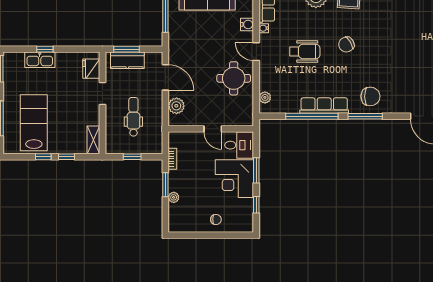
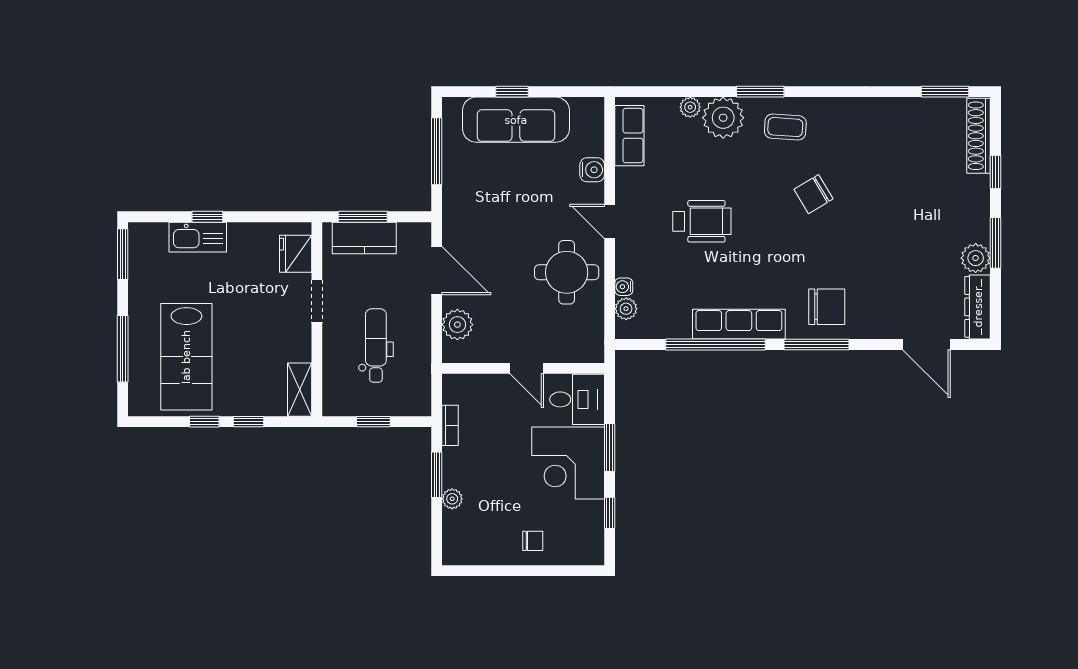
water cooler: (264, 28) -> (624, 287), moved
chair: (346, 45) -> (814, 194), moved
lab bench: (34, 123) -> (186, 357), turned 180

